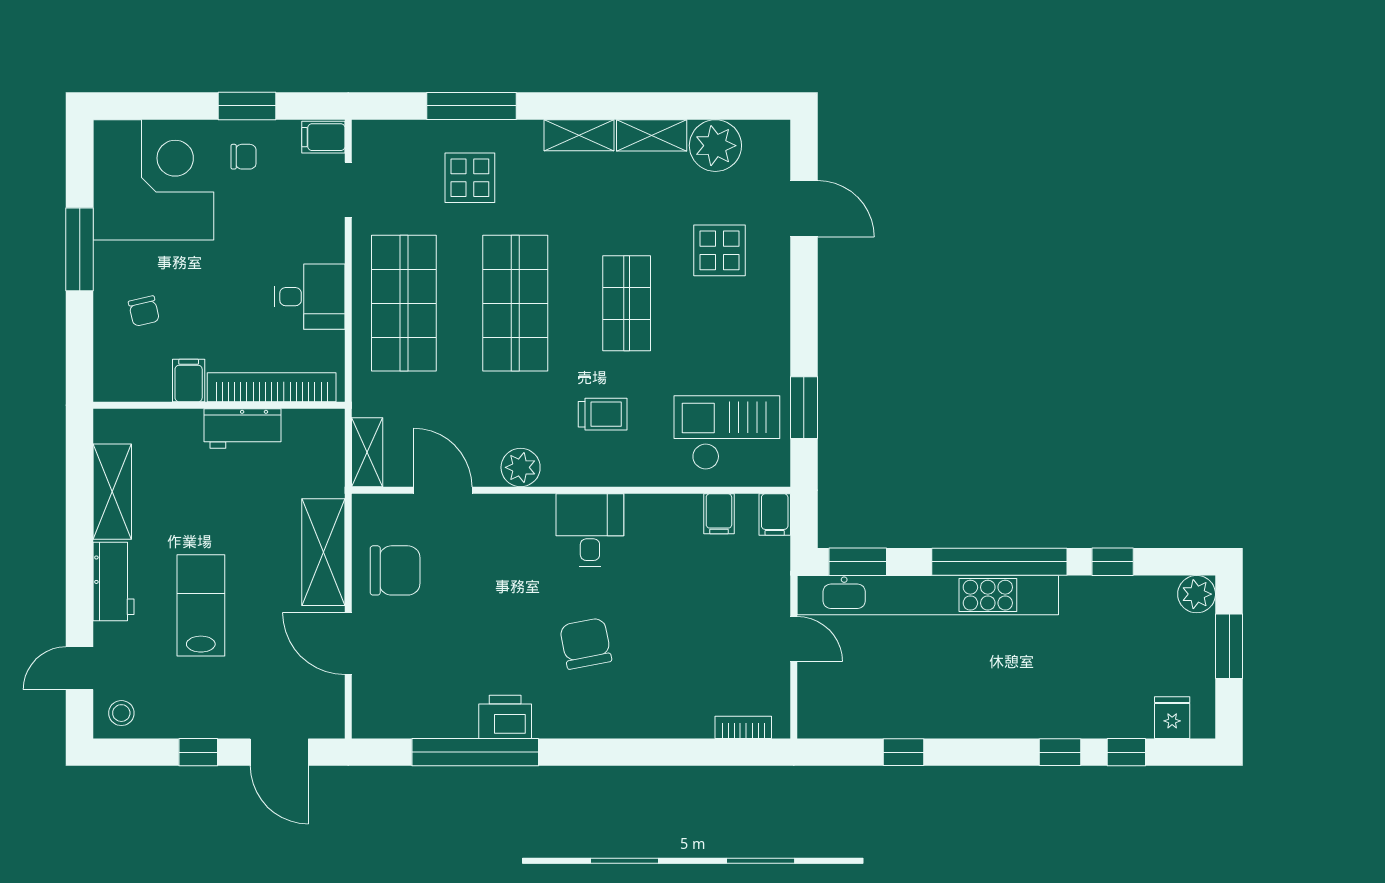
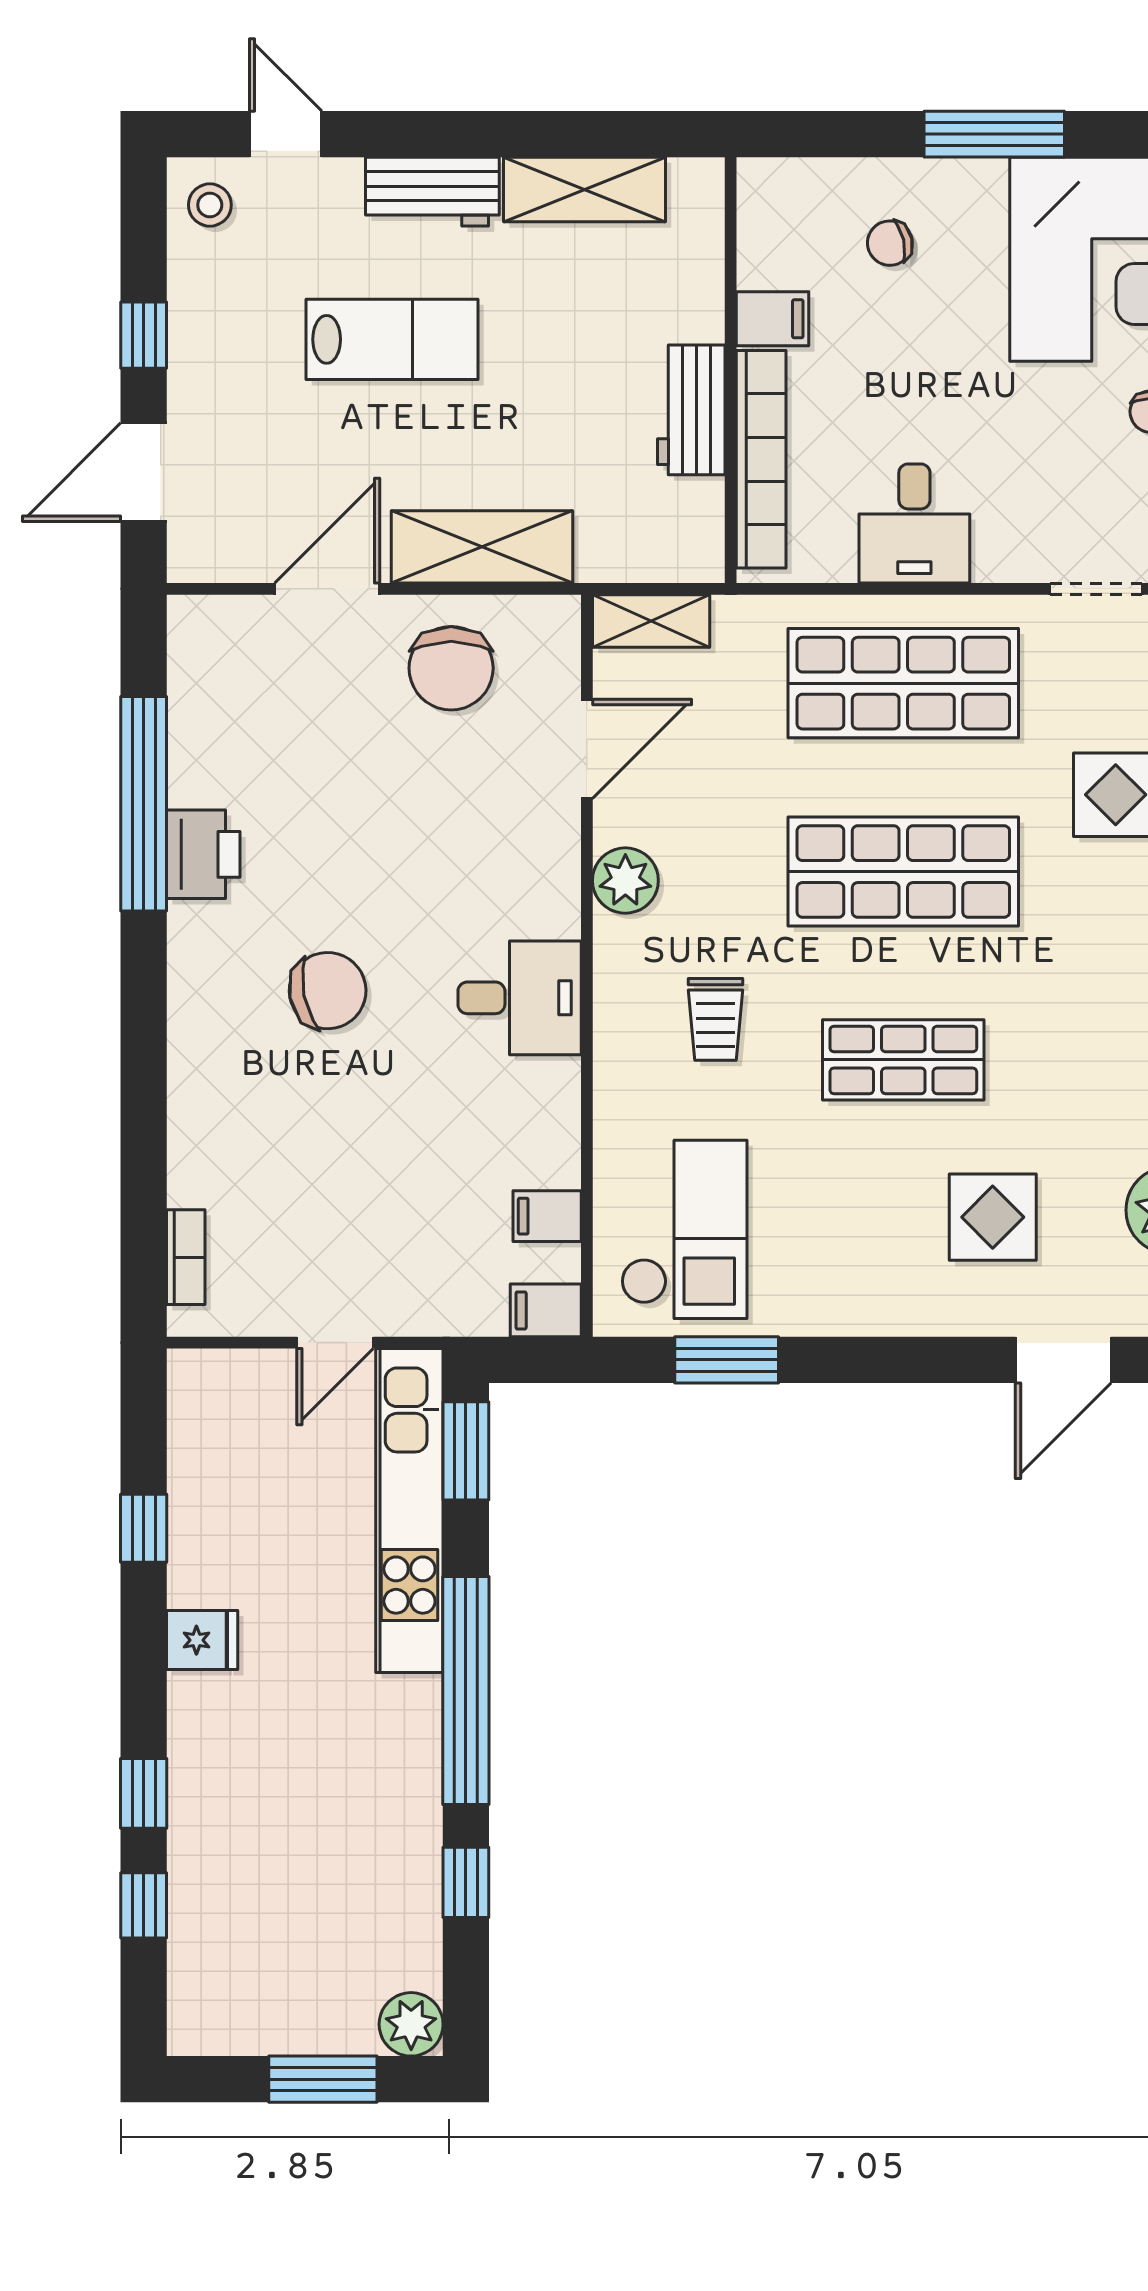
kitchen unit: (928, 595) -> (409, 1510), width x0.73
fridge: (1172, 718) -> (202, 1640), moved

